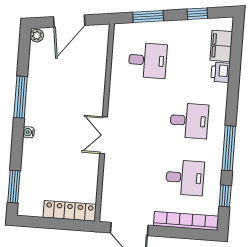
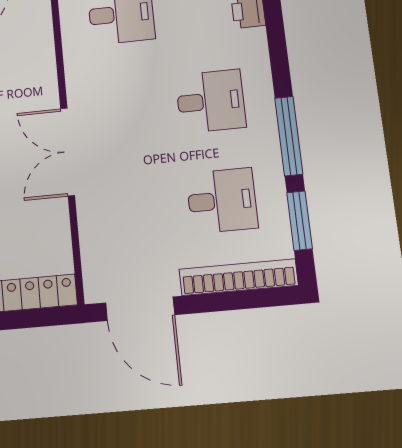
double door: (103, 135) -> (68, 152), width x1.37
window: (225, 196) -> (300, 221), width x1.50

